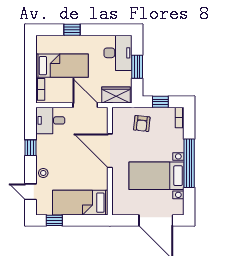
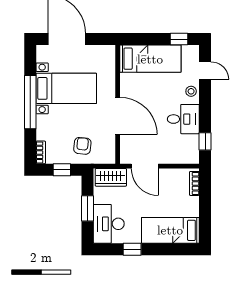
window: (72, 30) -> (132, 249), moved
bed: (62, 66) -> (170, 230), moved
desk: (50, 120) -> (183, 119), moved
window: (31, 148) -> (205, 141), moved

